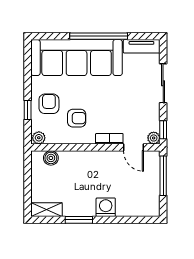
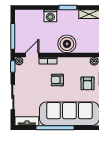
armchair: (77, 118) -> (57, 80), moved
door: (133, 147) -> (32, 55), hinge flipped
boiler: (51, 158) -> (67, 44), moved, width x1.86, depth x1.86

